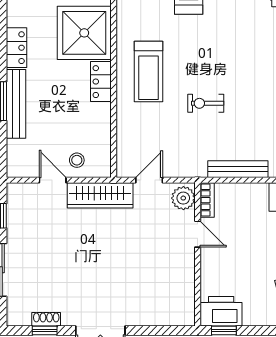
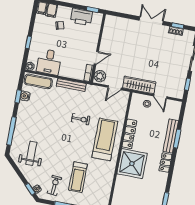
treadmill: (149, 72) -> (105, 139), width x1.37, depth x1.38
locker: (101, 82) -> (129, 134), width x1.53
door: (198, 234) -> (96, 58), swing flipped
printer: (221, 311) -> (81, 17), moved

